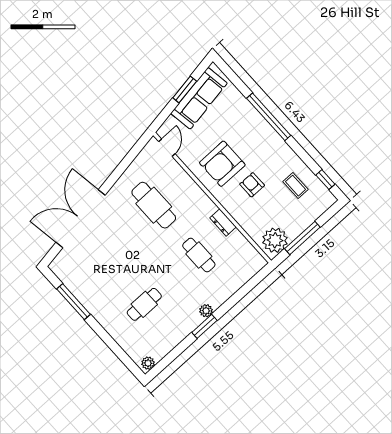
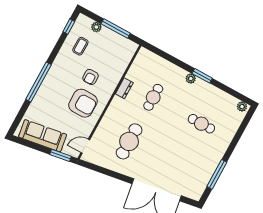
window: (185, 90) -> (61, 155), moved
plant: (275, 240) -> (96, 27), moved, width x0.53, depth x0.53

